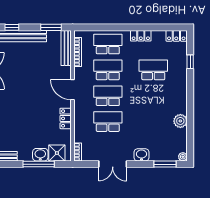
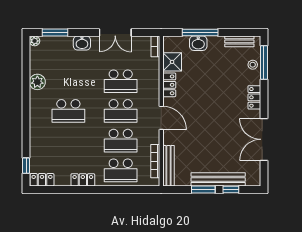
window: (51, 27) -> (203, 189), moved
window: (190, 62) -> (26, 166), moved
school desk: (153, 70) -> (68, 111), moved
shower: (57, 153) -> (172, 62), moved
double door: (113, 164) -> (115, 32), swing flipped

